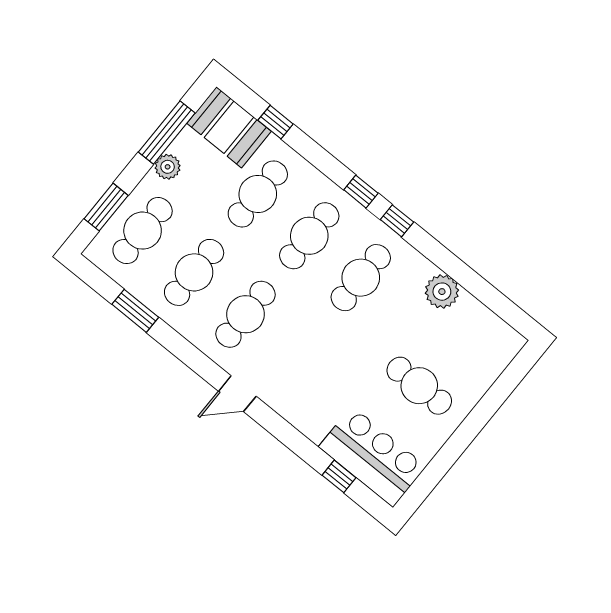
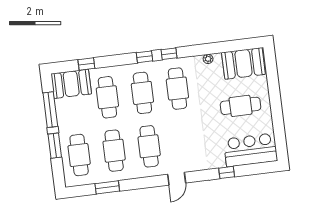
plant: (168, 167) -> (64, 122), removed
window: (106, 207) -> (55, 146), moved
plant: (442, 292) -> (208, 59), width x0.53, depth x0.53
booth: (481, 334) -> (243, 63), added
window: (339, 476) -> (227, 172), moved

